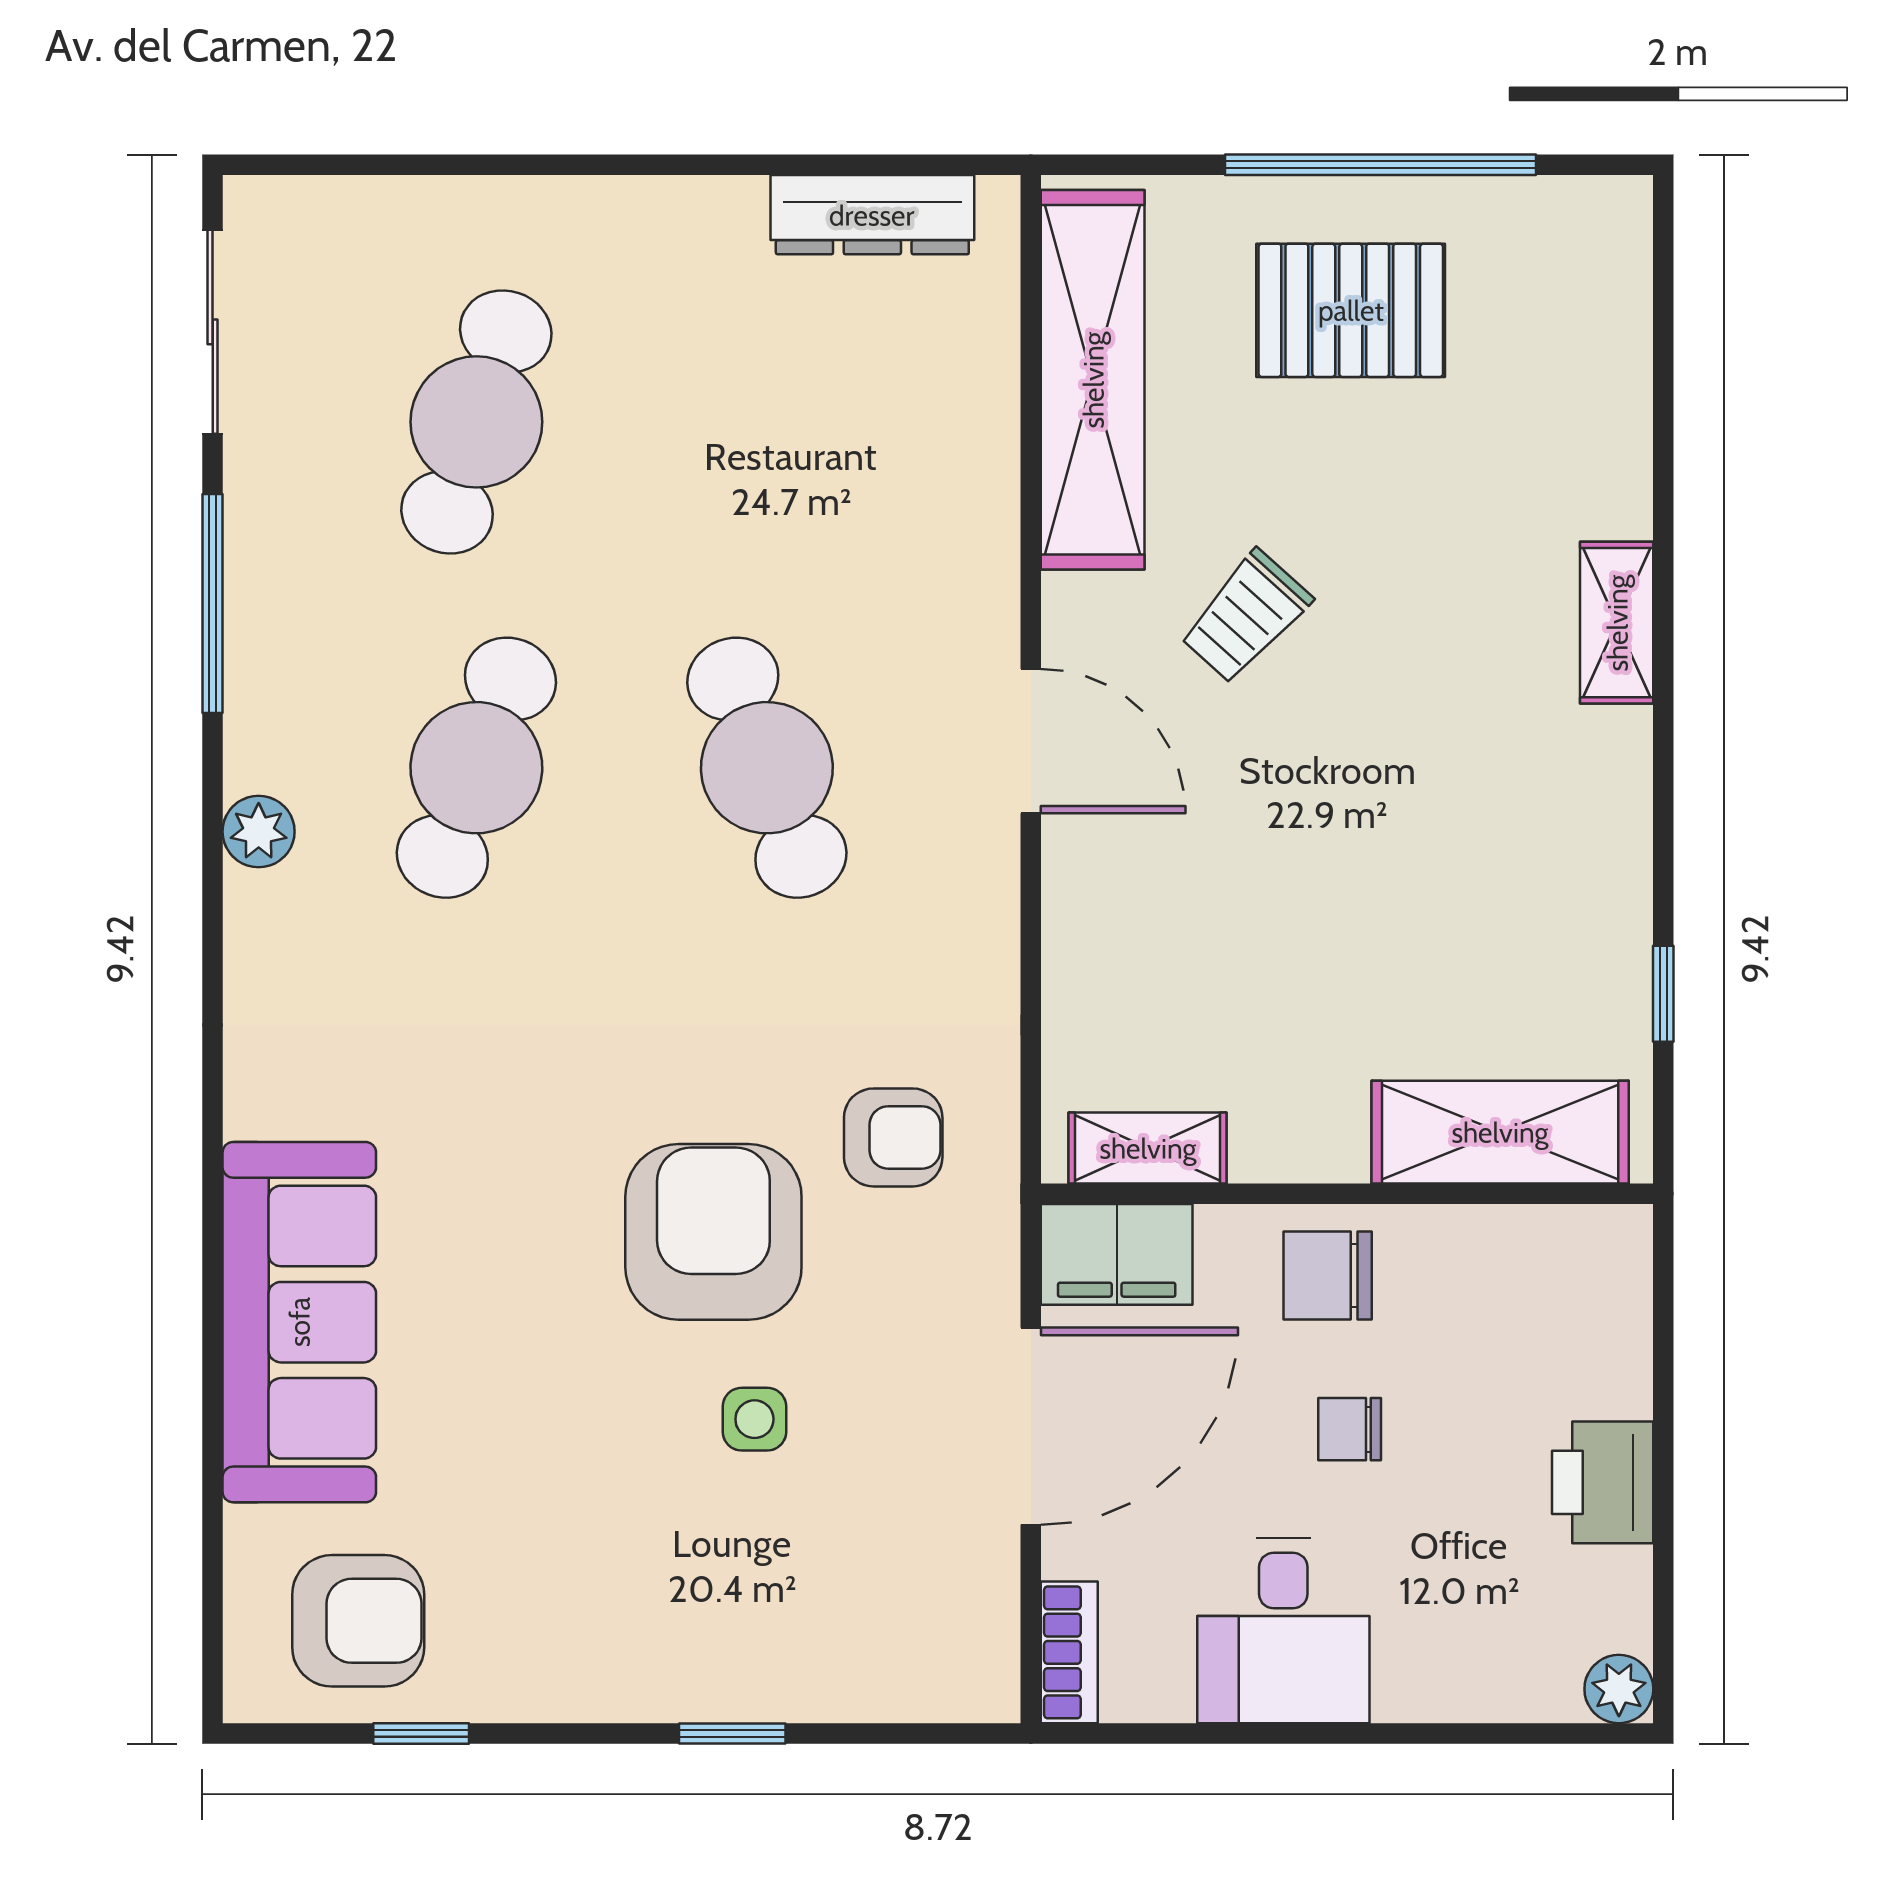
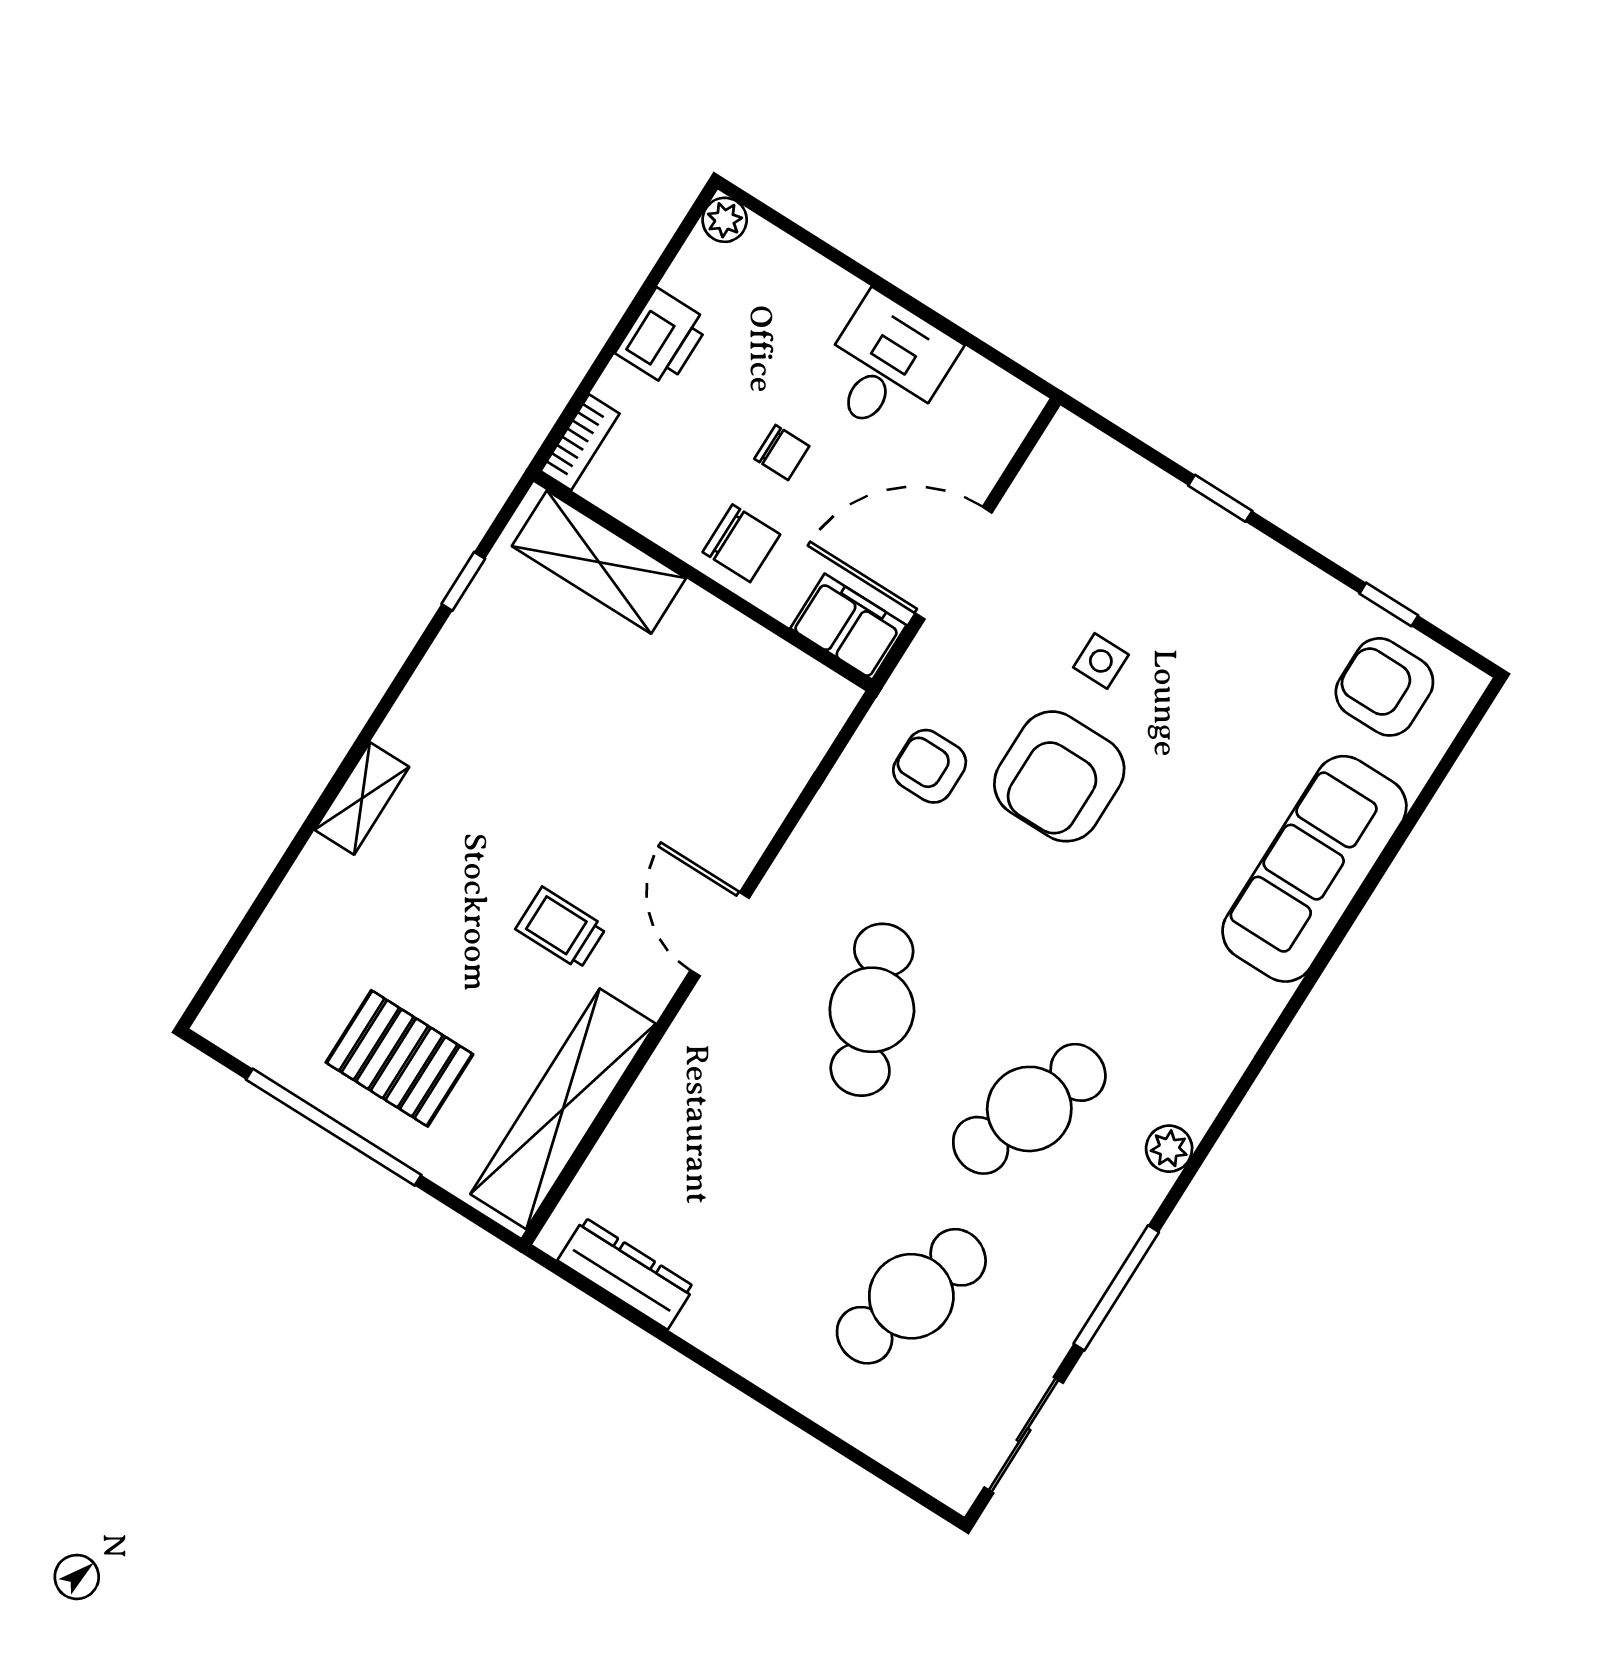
trolley: (1246, 617) -> (561, 928), turned -132
shelving: (1148, 1148) -> (795, 674), removed
bookcase: (1069, 1652) -> (580, 442), moved, turned 180

